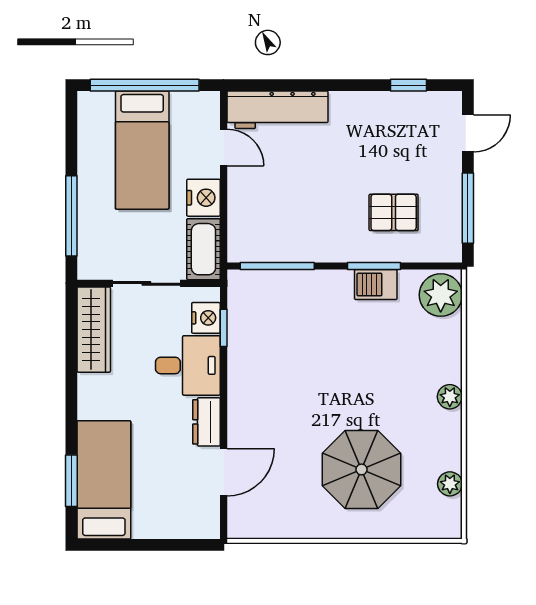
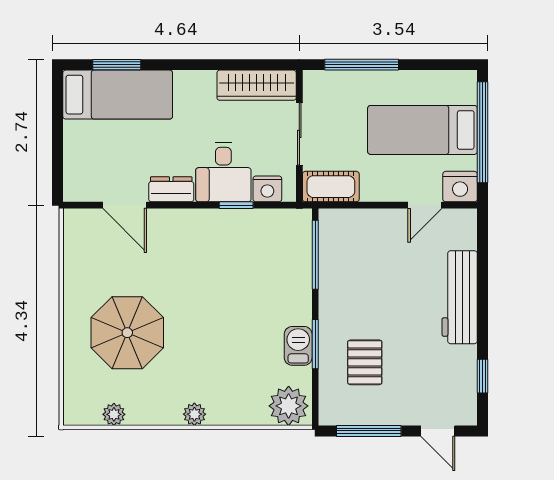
workbench: (277, 110) -> (460, 297), moved
nightstand: (203, 198) -> (460, 187), moved
window: (224, 328) -> (236, 205), moved

